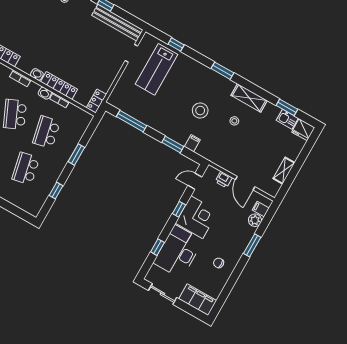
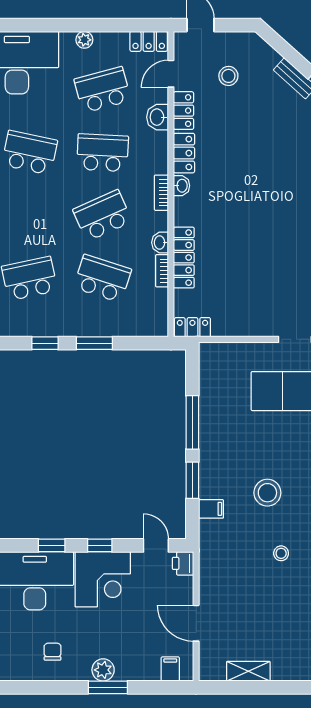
washbasin: (37, 74) -> (182, 186), moved
window: (132, 121) -> (192, 422), moved
school desk: (46, 132) -> (102, 278), turned 30
printer: (224, 180) -> (183, 563), moved
door: (245, 183) -> (196, 623), hinge flipped
window: (56, 191) -> (45, 343), moved
plant: (255, 220) -> (103, 670), moved
window: (157, 247) -> (52, 545), moved

